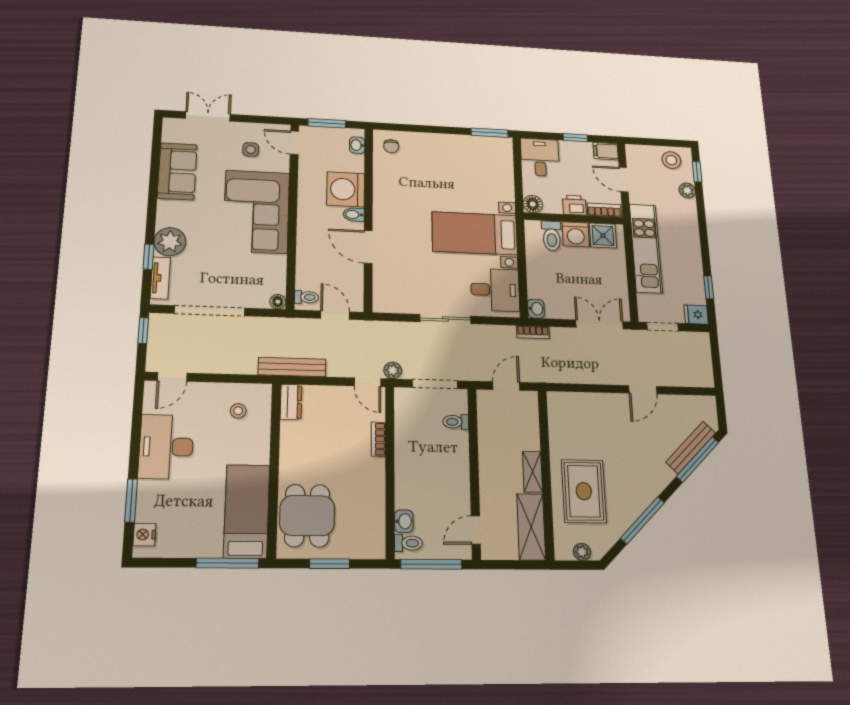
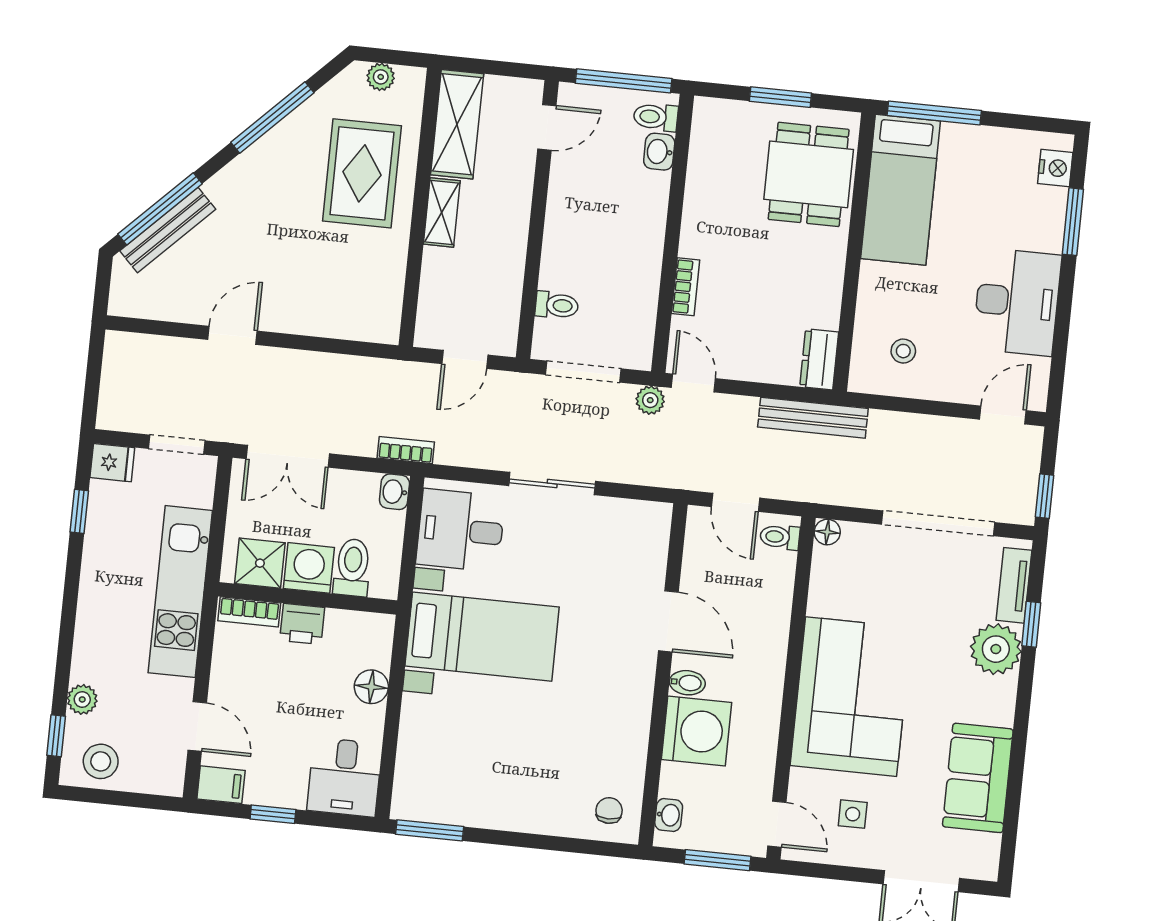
printer: (574, 205) -> (302, 624), moved
bookcase: (604, 210) -> (249, 612), moved
wall: (574, 218) -> (308, 598), moved
washing machine: (576, 234) -> (309, 568), moved
toilet: (552, 236) -> (352, 567), moved
shower: (603, 236) -> (260, 563), moved

